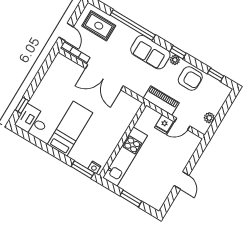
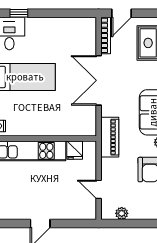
piano: (161, 100) -> (110, 137), moved
fridge: (164, 124) -> (75, 150), moved, turned -90

